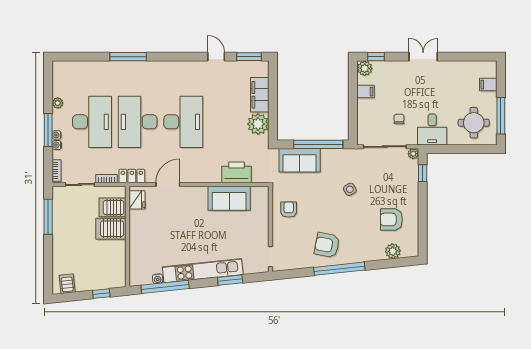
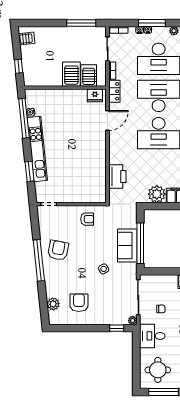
sofa: (300, 160) -> (127, 245), moved
door: (168, 185) -> (107, 121), hinge flipped
sofa: (229, 198) -> (96, 171), removed

